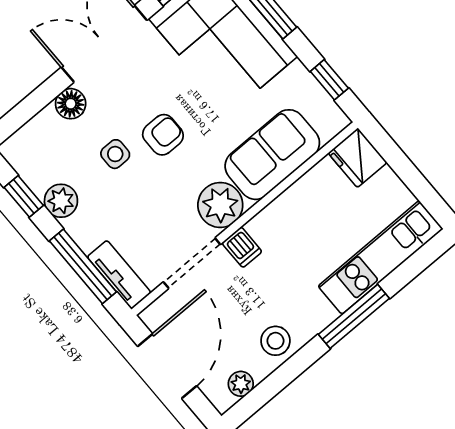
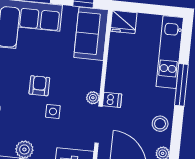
side table: (115, 154) -> (53, 111), moved
sofa: (272, 155) -> (91, 34), moved
plant: (220, 205) -> (93, 98), width x0.53, depth x0.53

